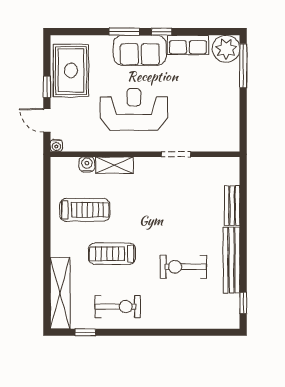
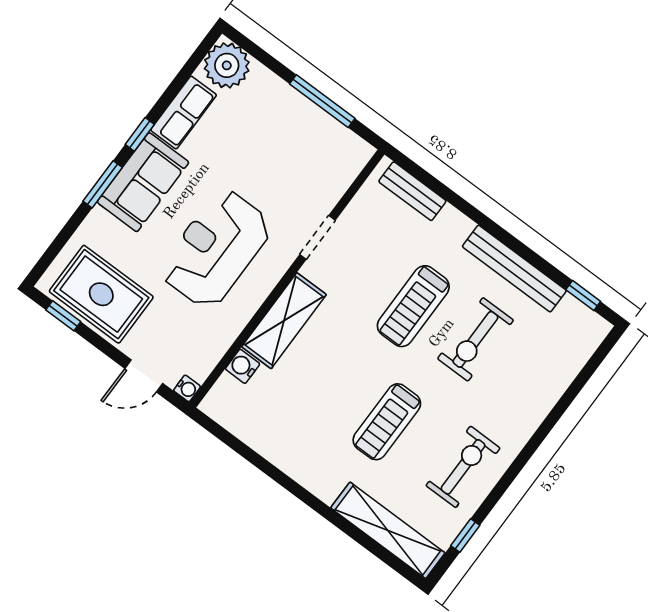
window: (243, 66) -> (322, 101), moved
window: (47, 87) -> (63, 316), moved
shelving: (114, 165) -> (284, 321), width x1.50, depth x1.33
bench: (232, 206) -> (412, 191), moved
treadmill: (85, 210) -> (413, 306), moved, turned 180

